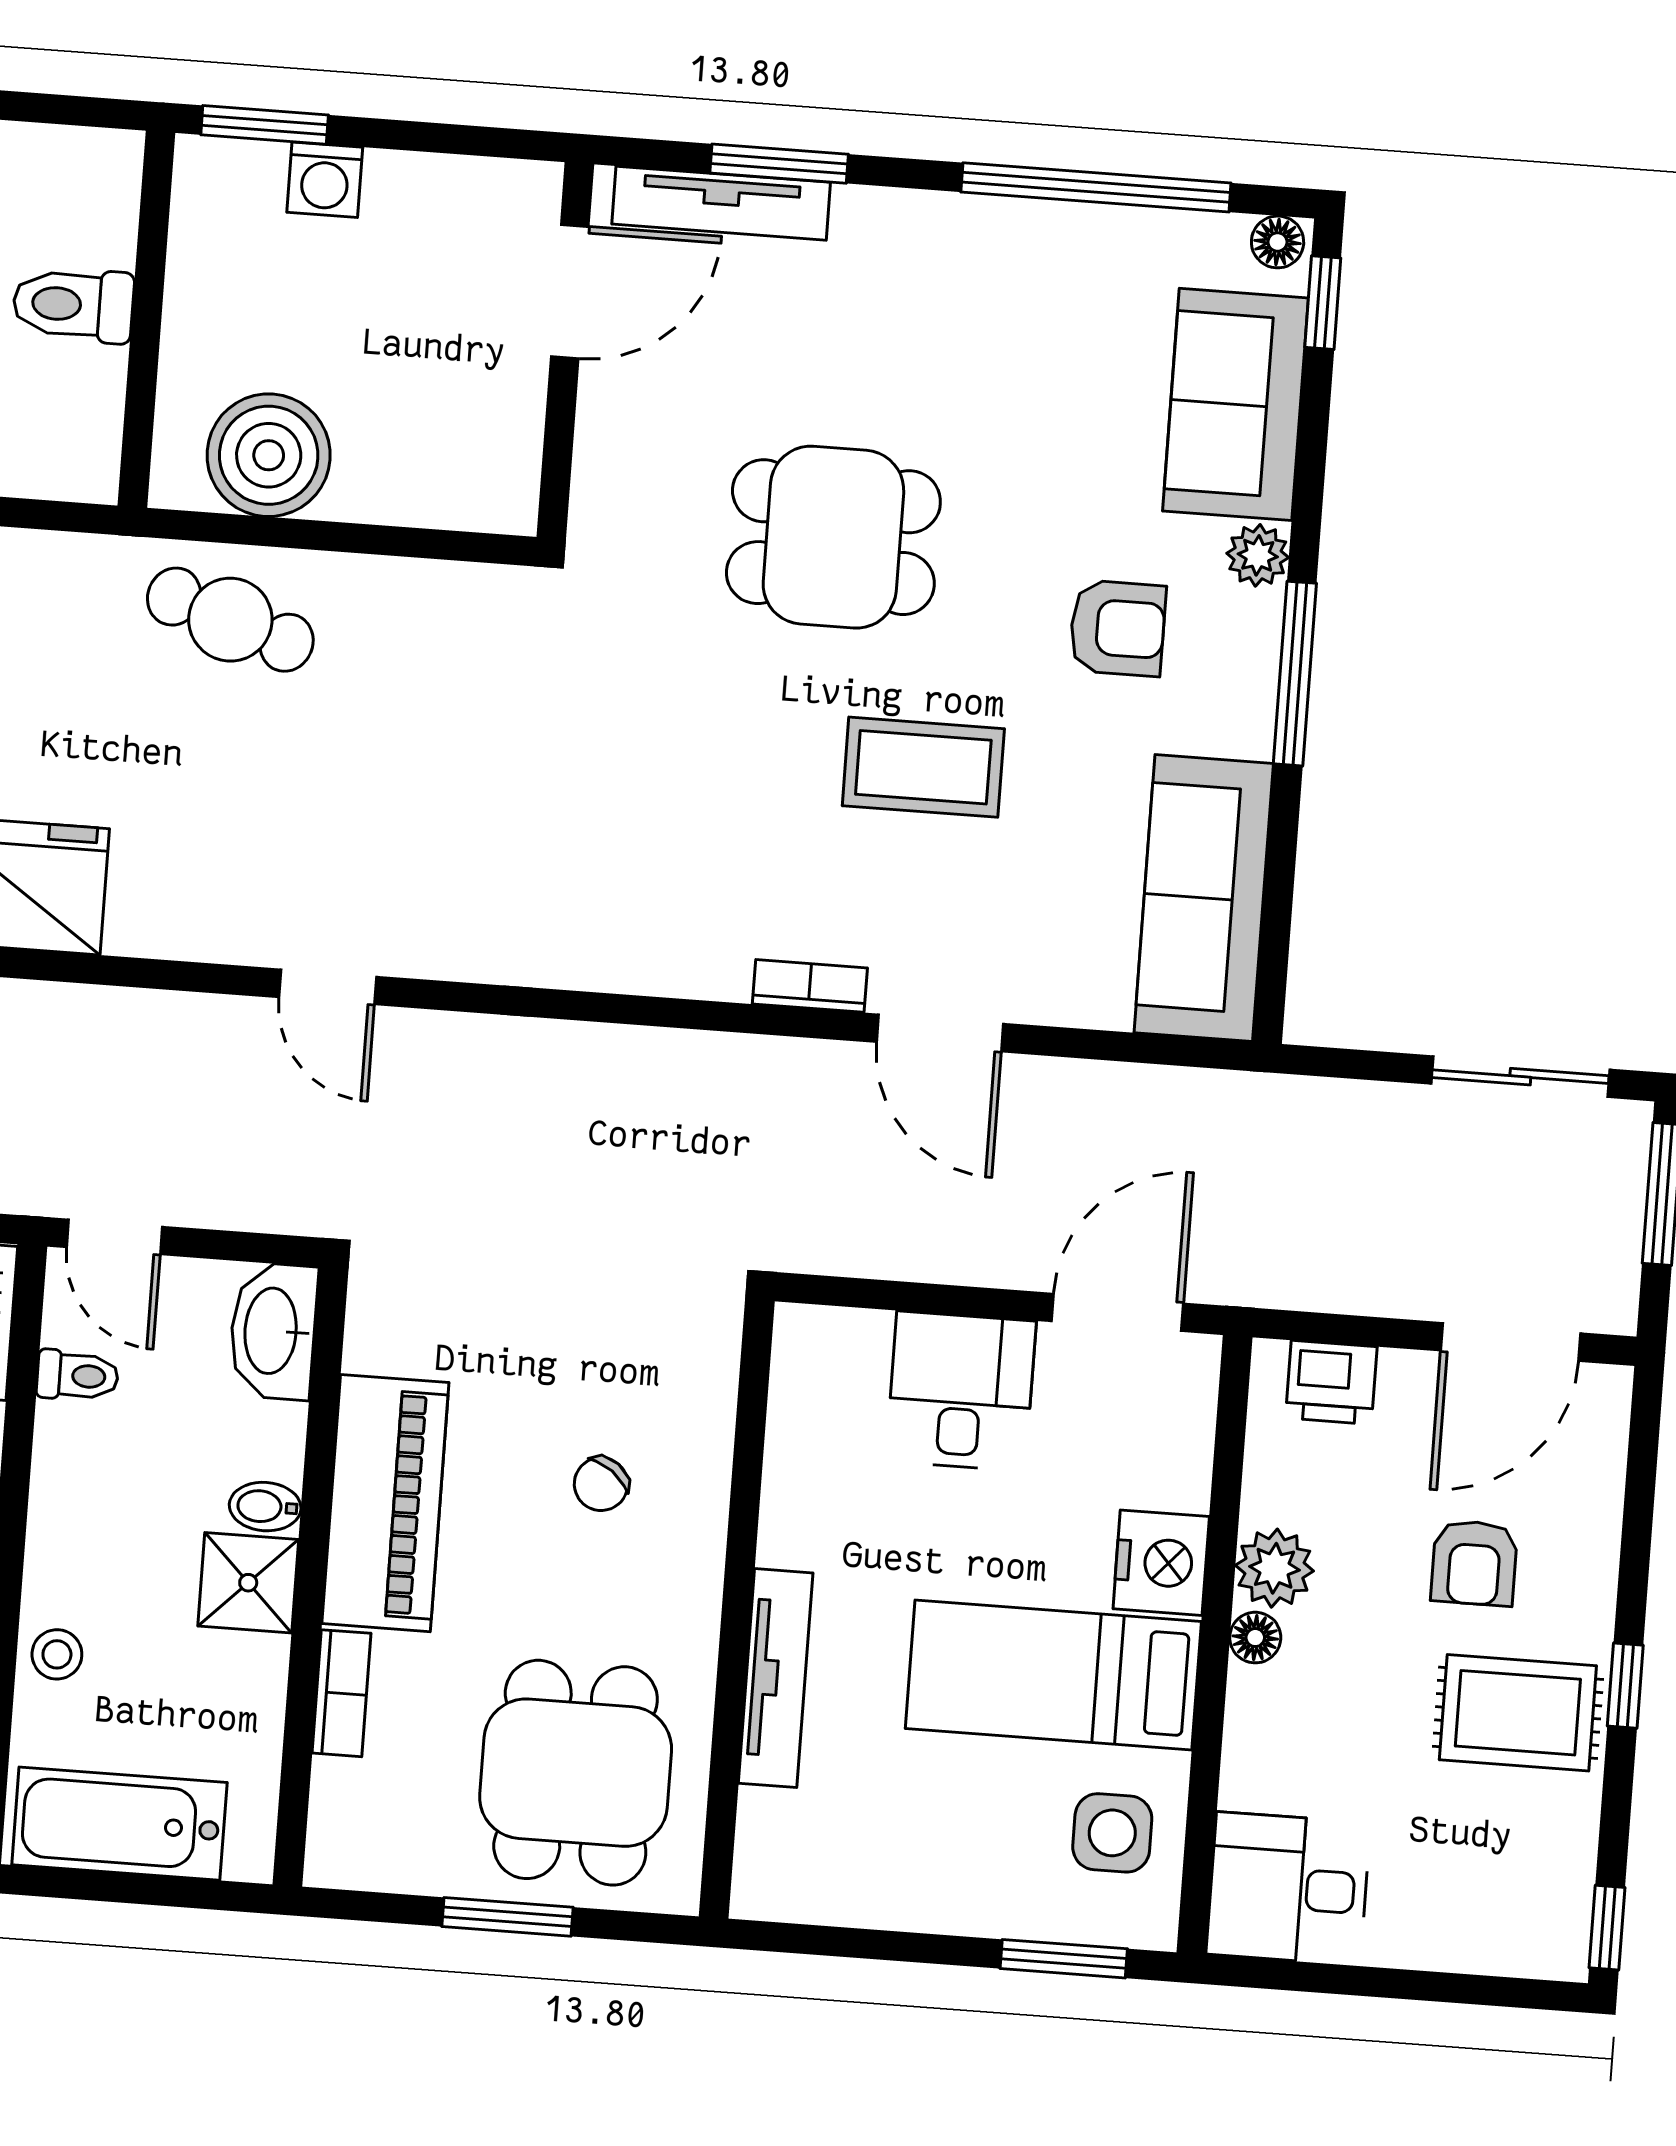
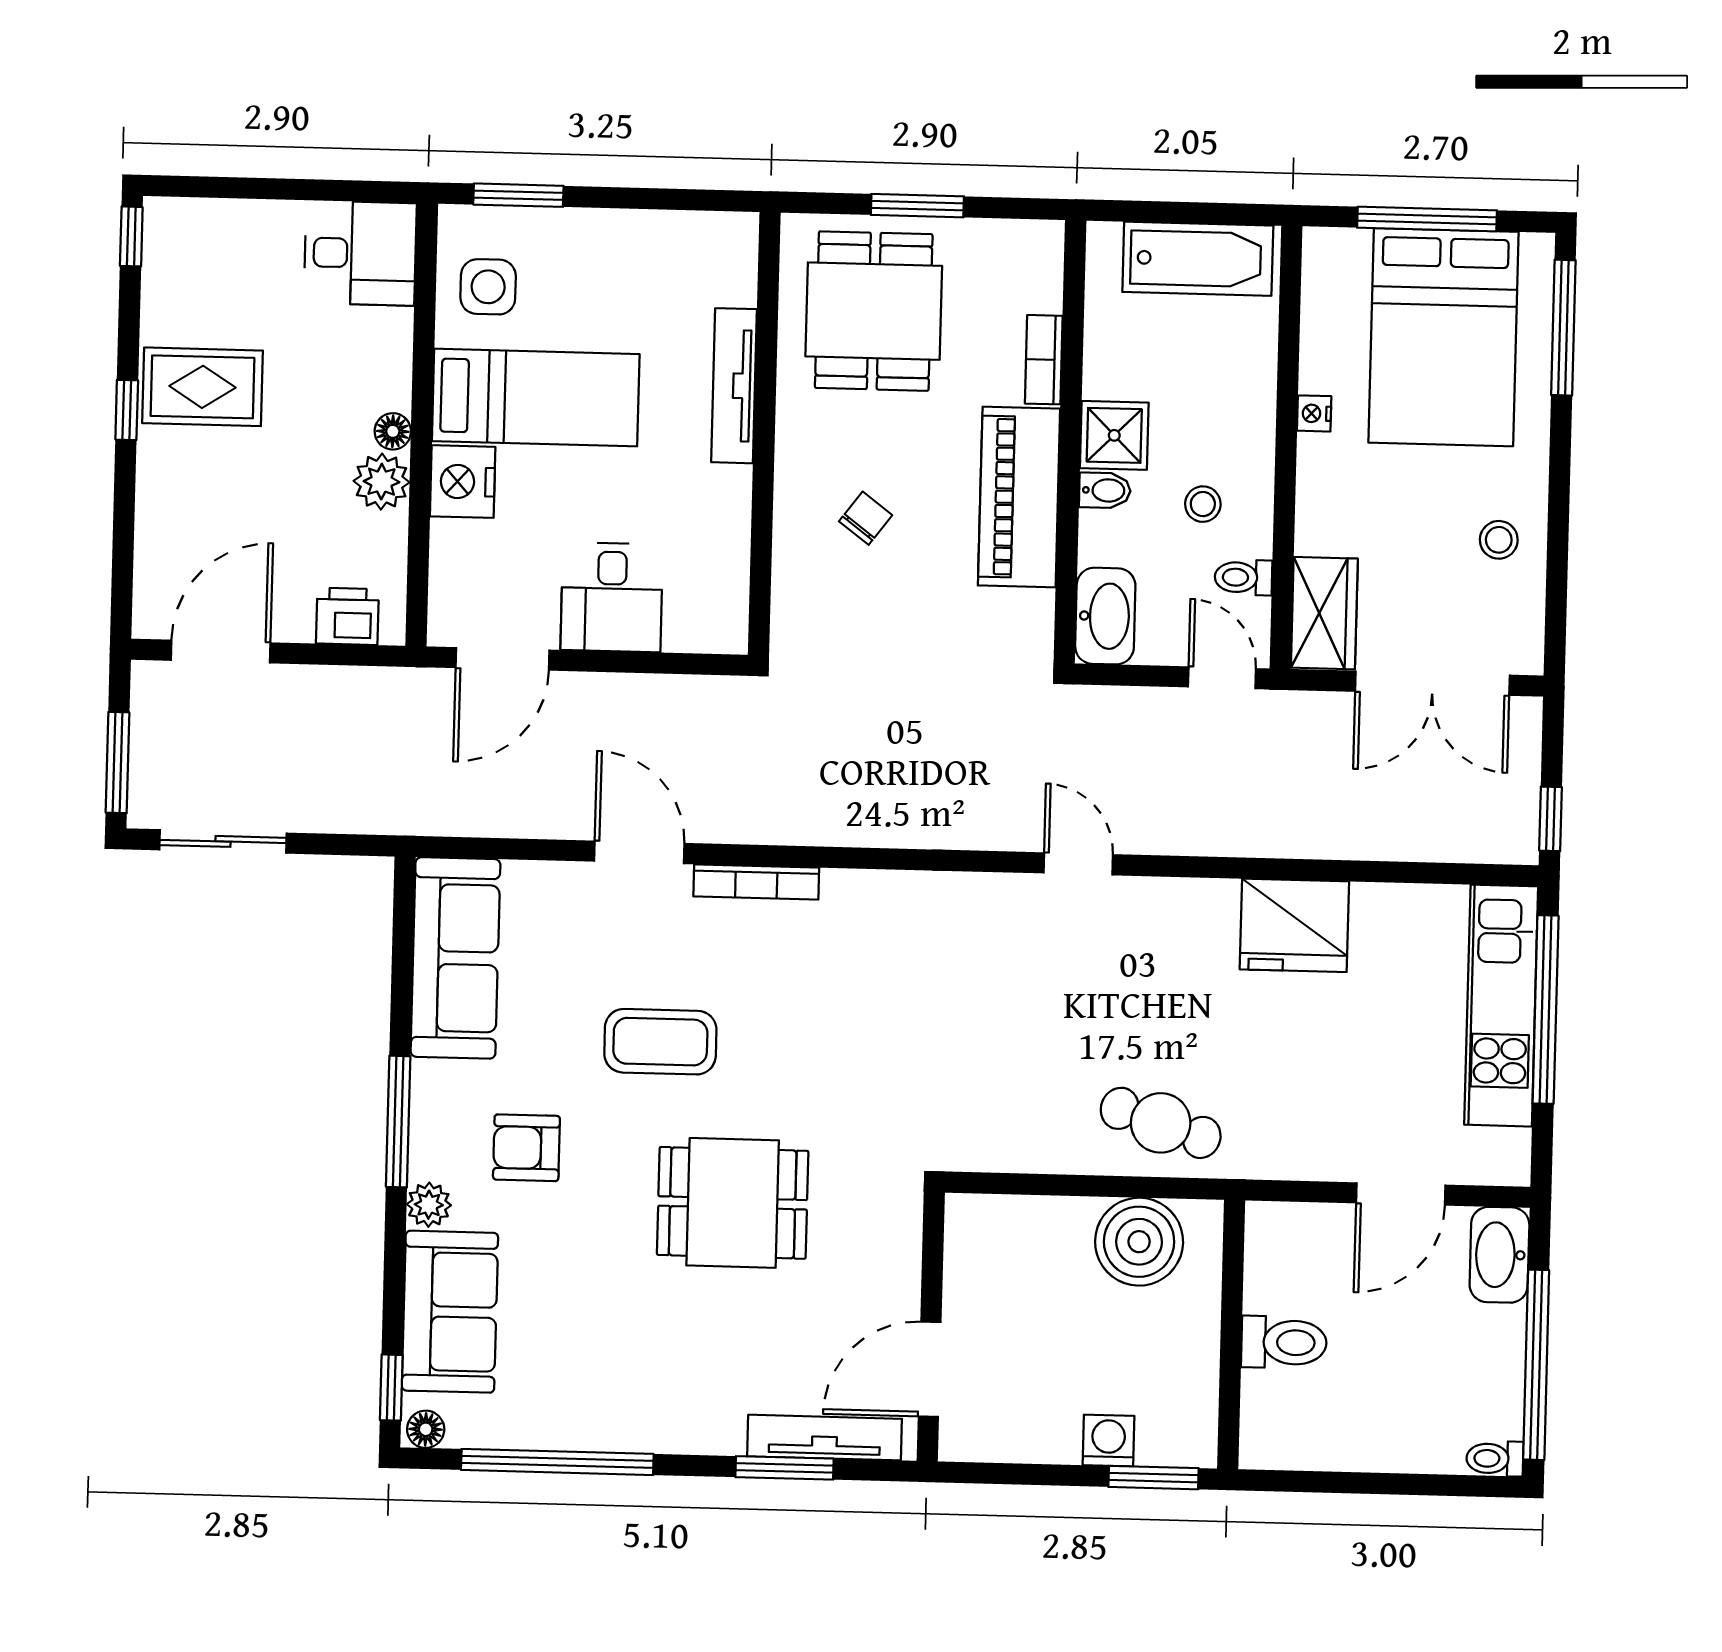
bookcase: (810, 986) -> (756, 882), width x1.56
armchair: (1474, 1563) -> (239, 492), removed
stool: (57, 1654) -> (1203, 504), moved

